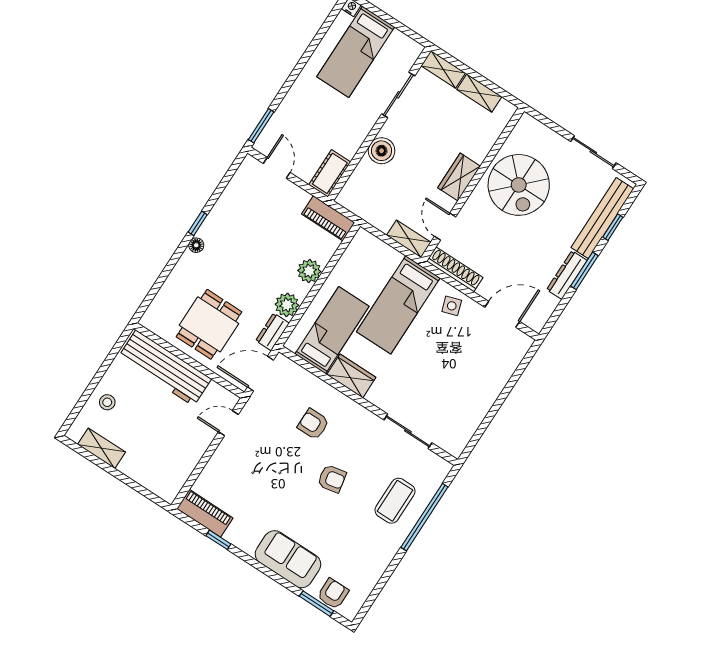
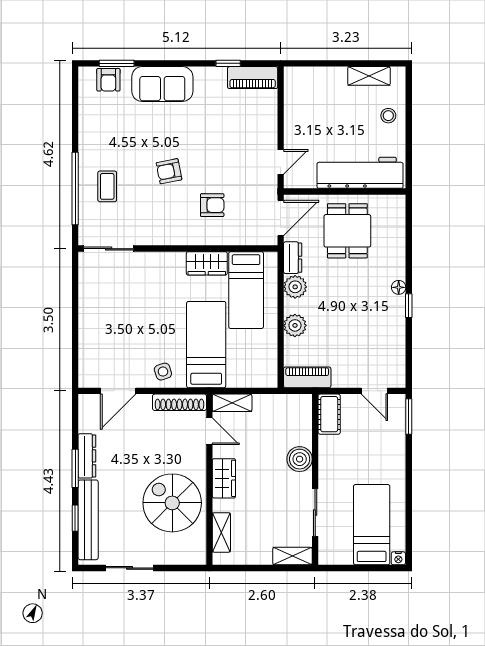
shelving: (479, 93) -> (221, 532), moved, turned 90
sliding door: (408, 431) -> (109, 249), moved
coffee table: (395, 501) -> (107, 186), width x0.73, depth x0.77

